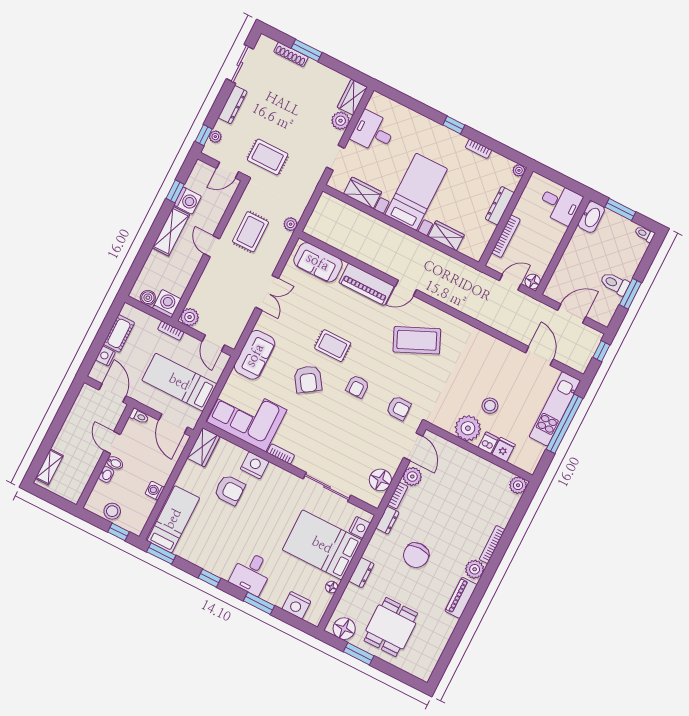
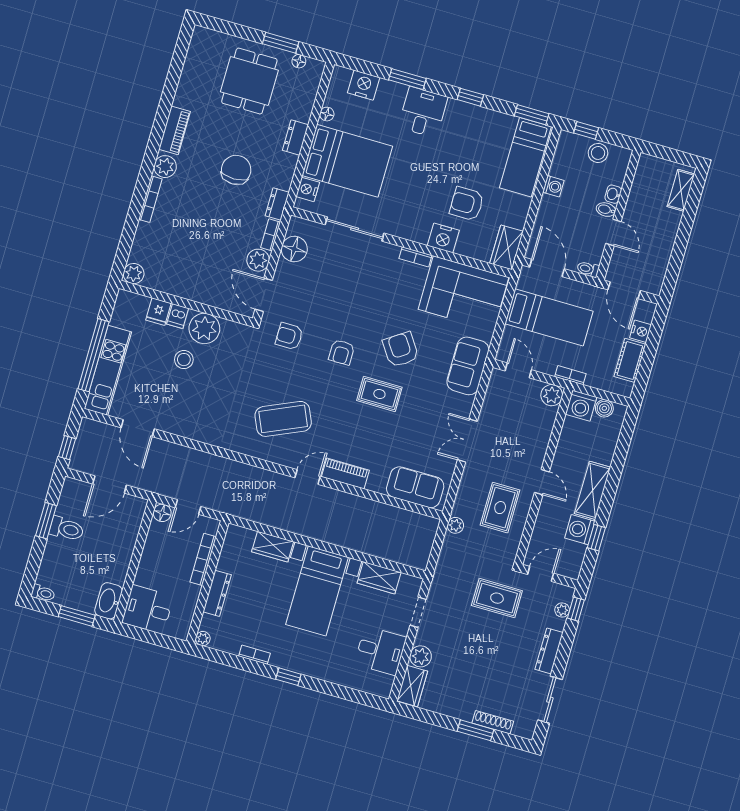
piano: (366, 284) -> (345, 473), width x0.73, depth x0.75
armchair: (358, 386) -> (342, 352), turned 180
floor lamp: (344, 629) -> (299, 61), width x0.53, depth x0.53

